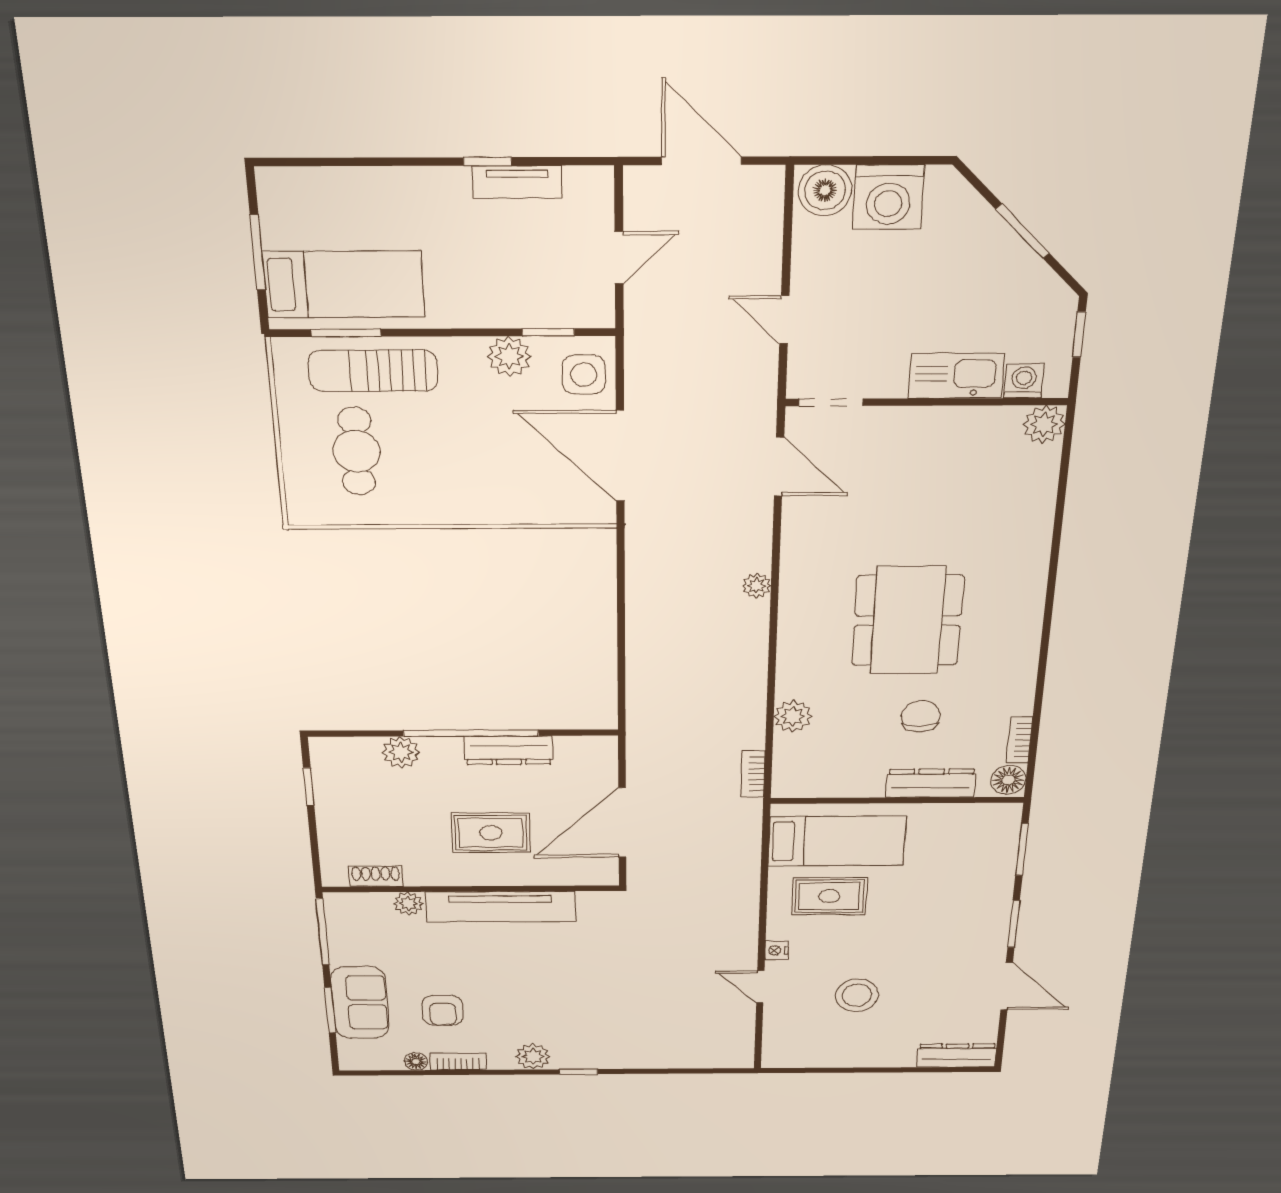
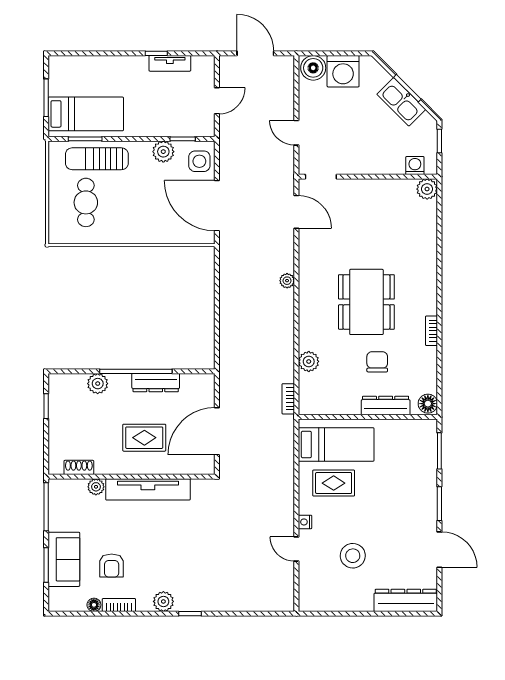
kitchen sink: (956, 376) -> (401, 102), moved, turned -135
bookcase: (1019, 740) -> (432, 331), moved
dresser: (957, 1056) -> (406, 600), width x1.37, depth x1.24

